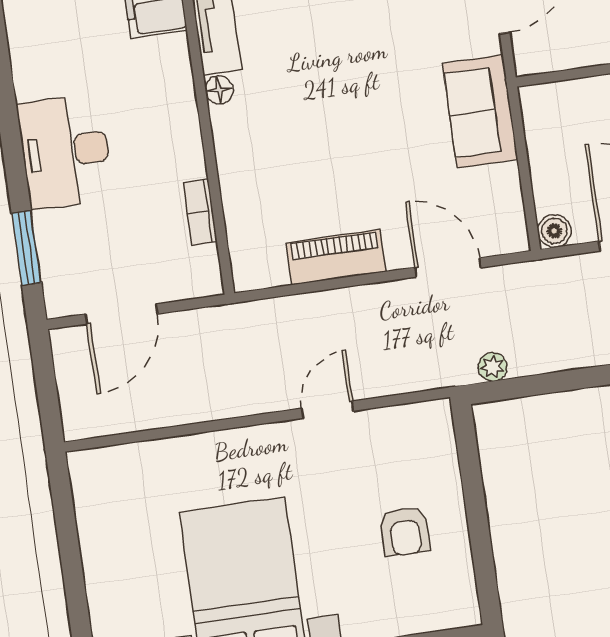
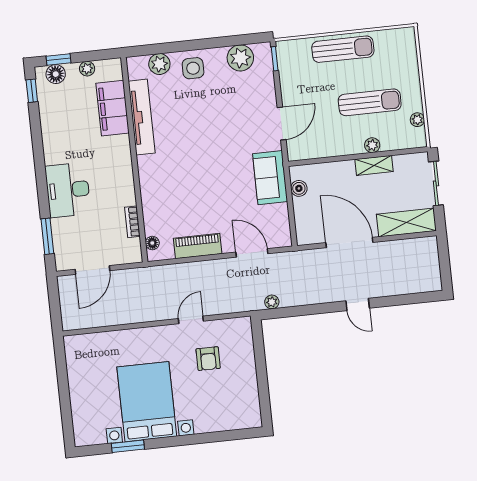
floor lamp: (219, 90) -> (152, 243), moved
boiler: (554, 231) -> (299, 188), moved
armchair: (405, 531) -> (208, 359), moved

